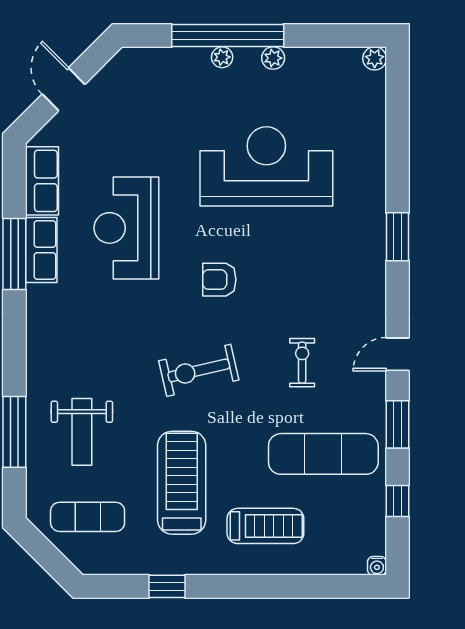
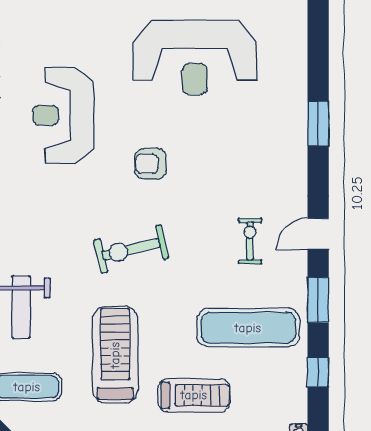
reception desk: (266, 166) -> (195, 57), turned 180
exercise bike: (302, 363) -> (250, 241), moved

